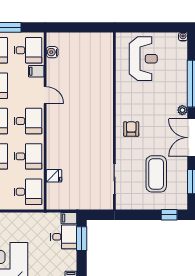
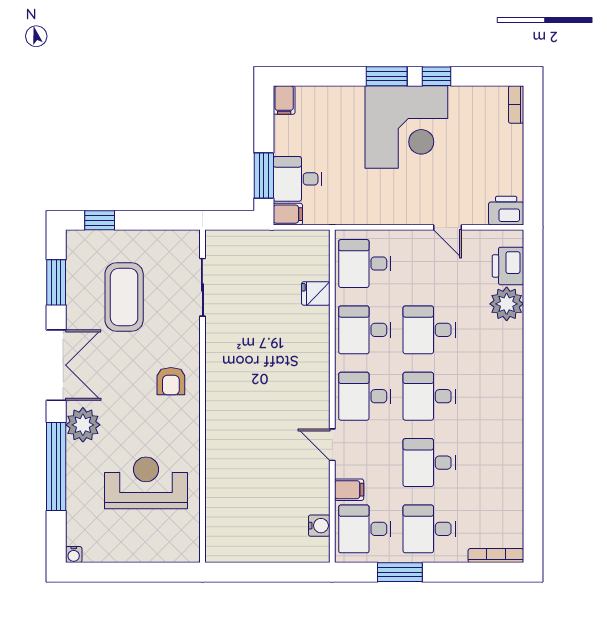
reception desk: (143, 59) -> (146, 483), moved, turned 90
plant: (182, 110) -> (83, 425), width x1.88, depth x1.88

